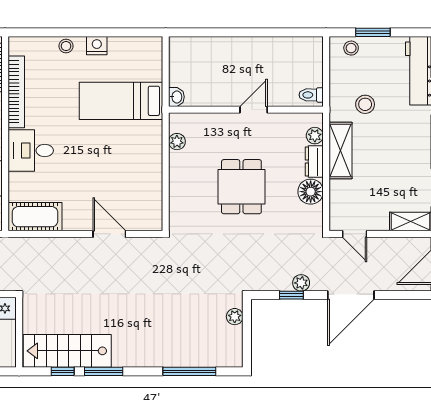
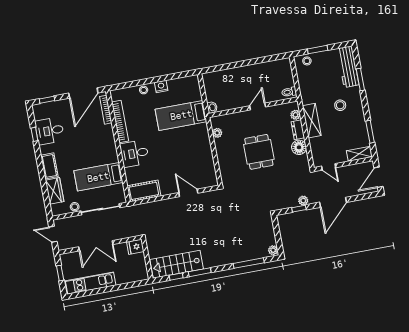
stool: (365, 104) -> (340, 105), moved
plant: (235, 317) -> (273, 250), moved

